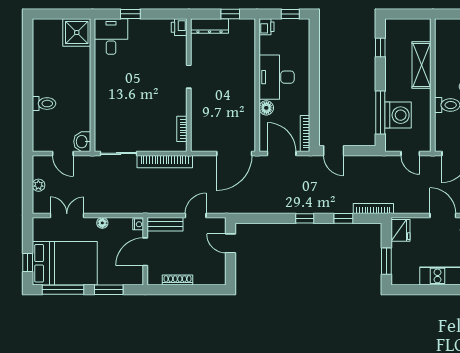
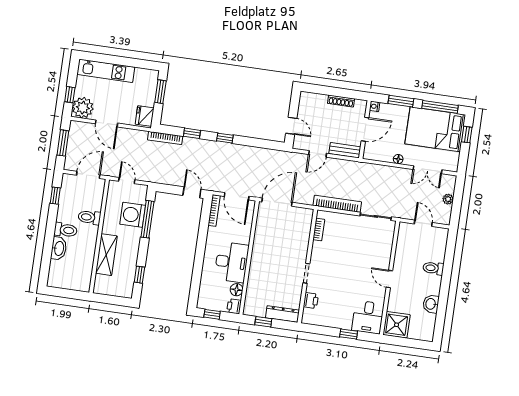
printer: (179, 27) -> (311, 301), moved
door: (93, 84) -> (389, 279), added
floor lamp: (266, 108) -> (237, 290), moved
washbasin: (82, 142) -> (431, 304), moved, turned 180
nightstand: (138, 224) -> (375, 106), moved

